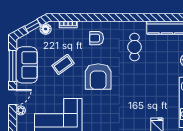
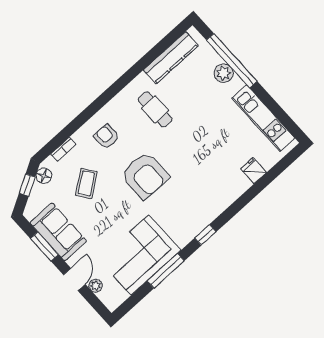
armchair: (97, 38) -> (106, 137), turned 90
coffee table: (63, 64) -> (86, 183), moved
window: (13, 66) -> (44, 247), width x0.69

